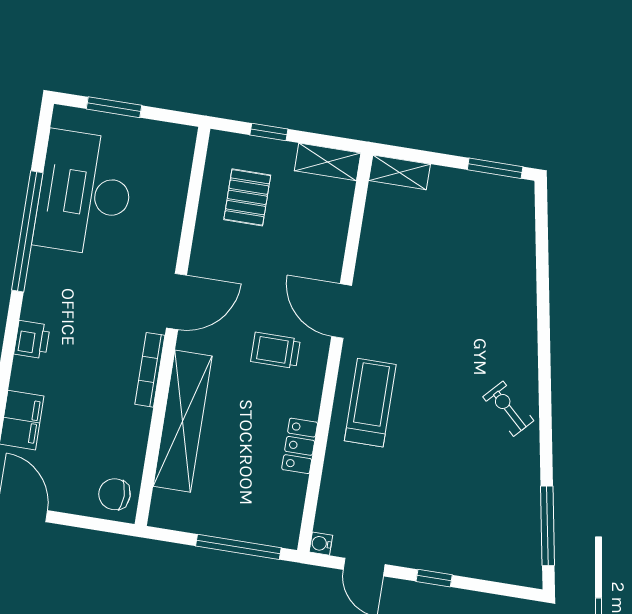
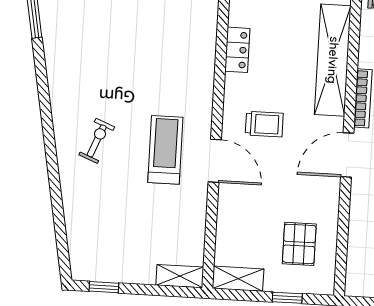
window: (495, 168) -> (104, 287), width x0.67
treadmill: (370, 403) -> (165, 150), moved, turned 180
exercise bike: (508, 409) -> (97, 141), moved, turned -111

